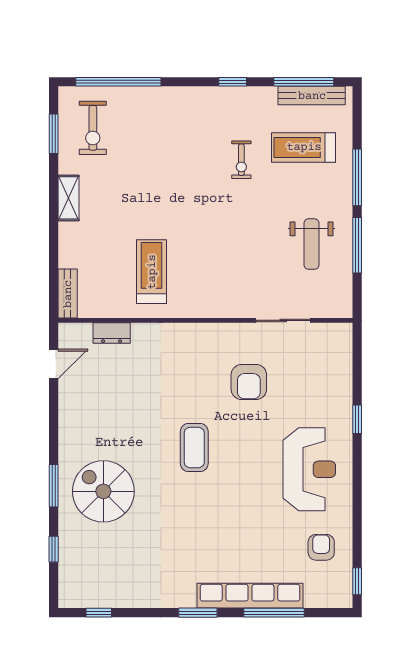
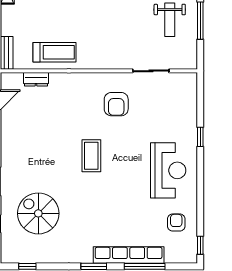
treadmill: (152, 272) -> (54, 52), moved, turned 90
armchair: (249, 382) -> (116, 104), moved
spiral stairs: (103, 491) -> (38, 213), moved

